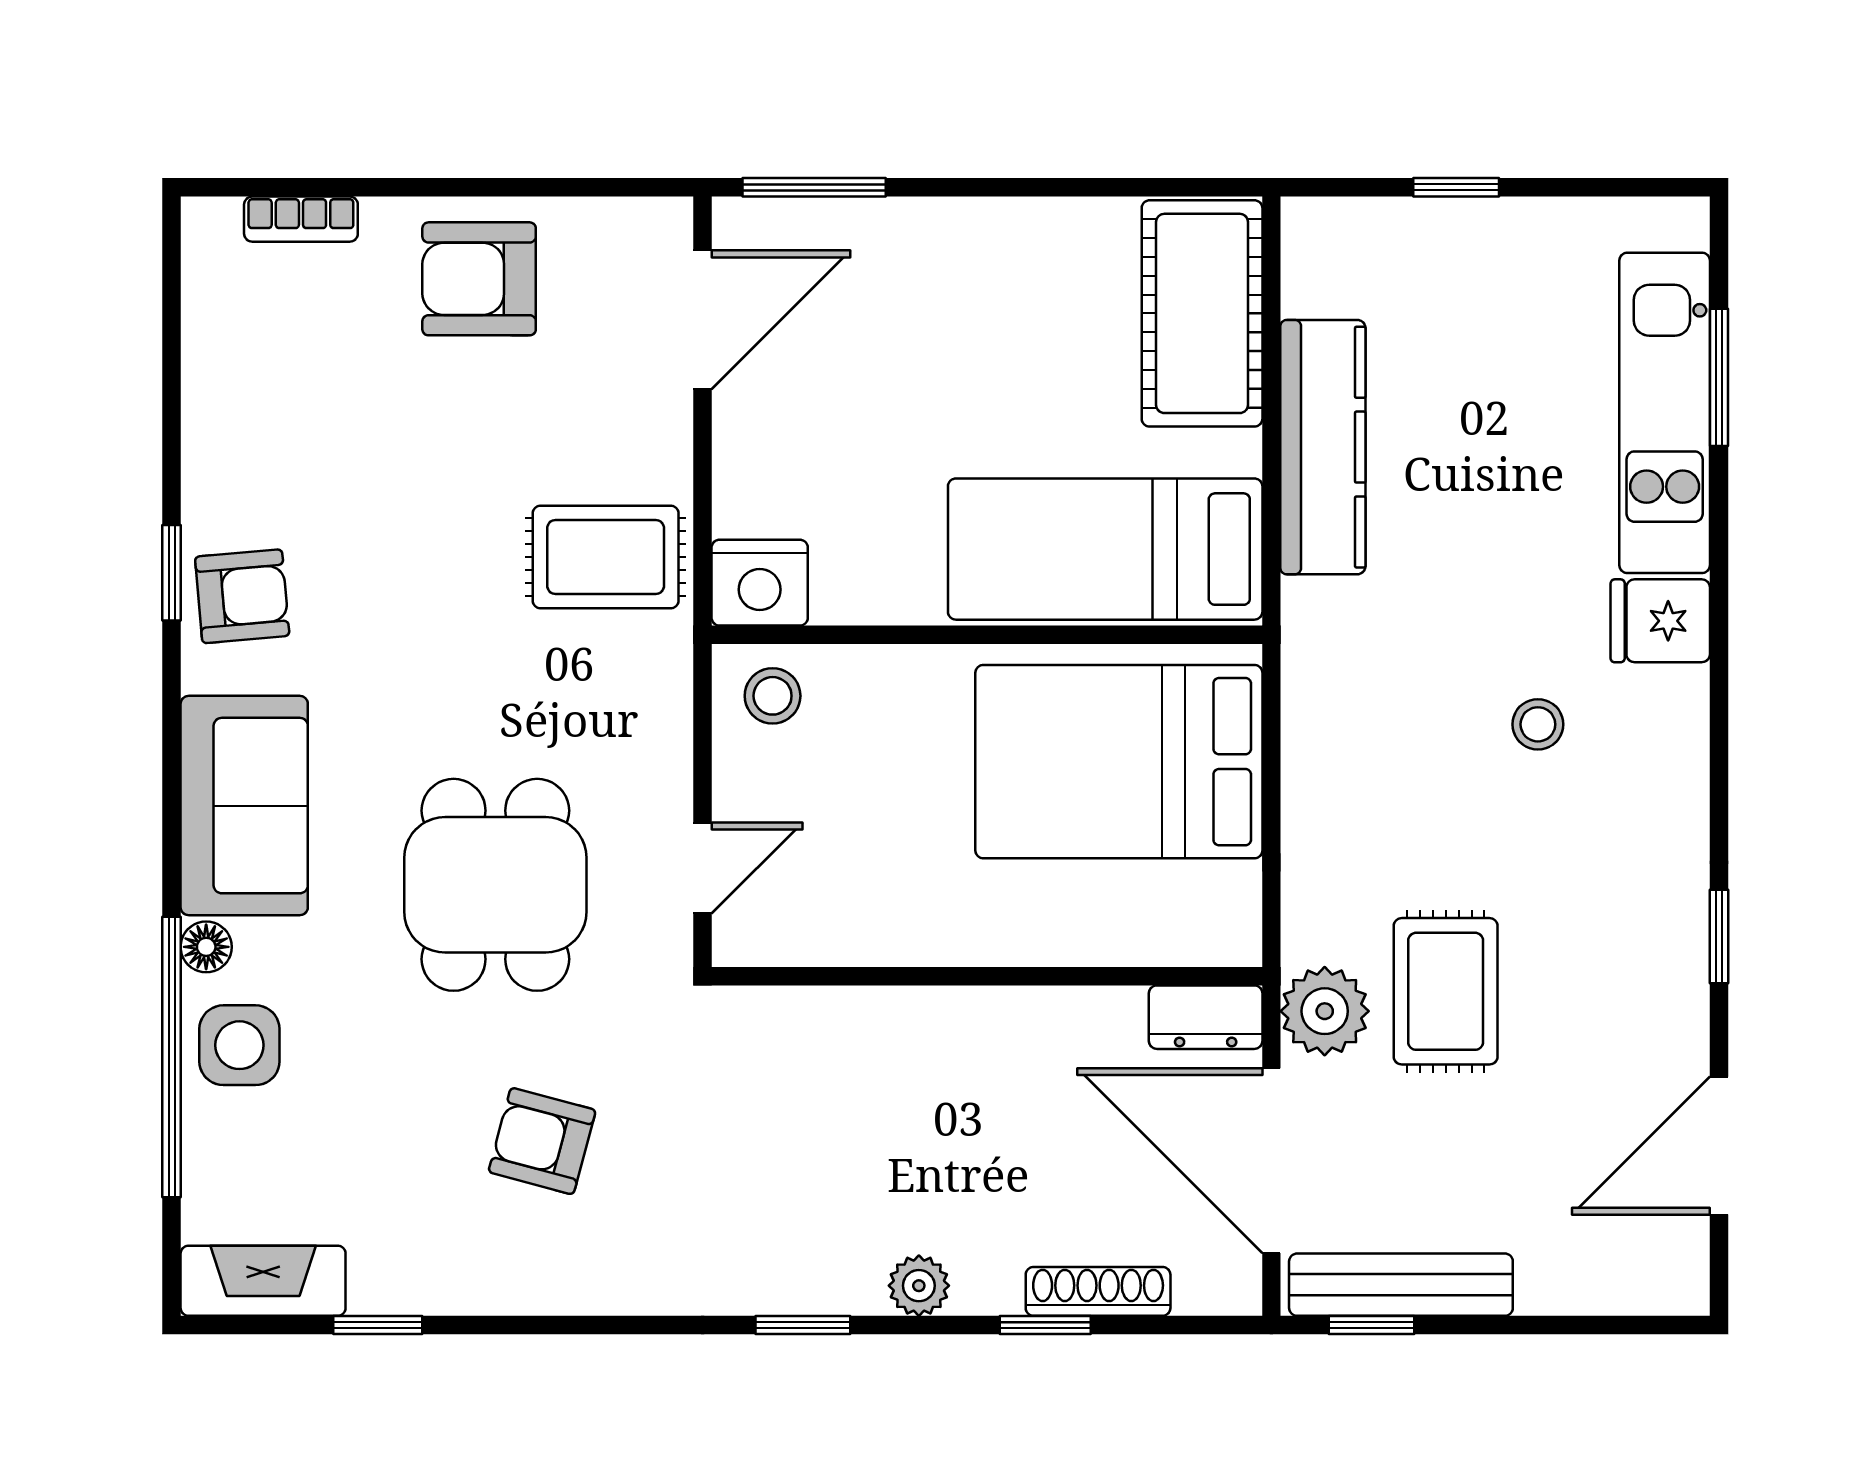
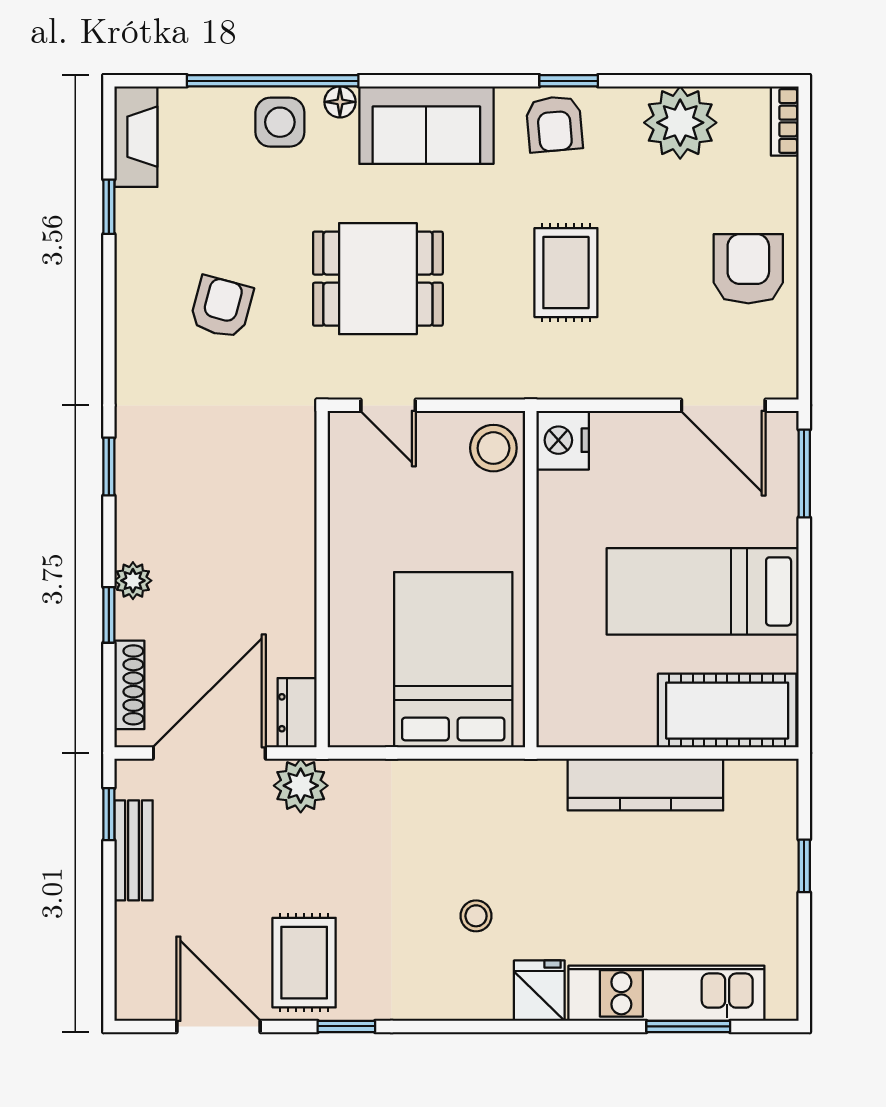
bookcase: (301, 219) -> (785, 121), moved
plant: (240, 390) -> (680, 123), added
bed: (1105, 549) -> (703, 591), moved, turned -90
rug: (606, 557) -> (566, 273), moved
stool: (773, 696) -> (493, 448), width x1.37, depth x1.37
rug: (1446, 991) -> (304, 963), moved, turned 90
bench: (1401, 1285) -> (134, 850), width x0.73
plant: (919, 1286) -> (133, 581), moved
shoe rack: (1098, 1291) -> (129, 685), moved

